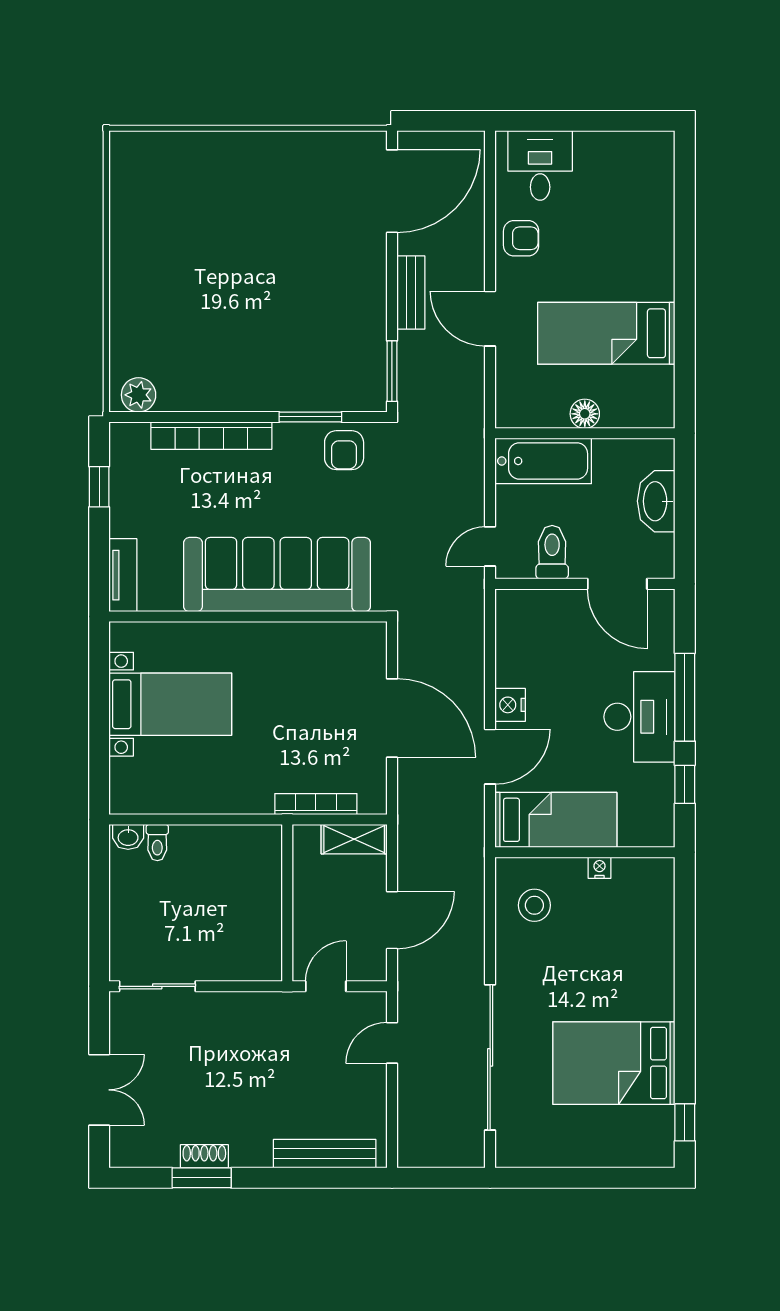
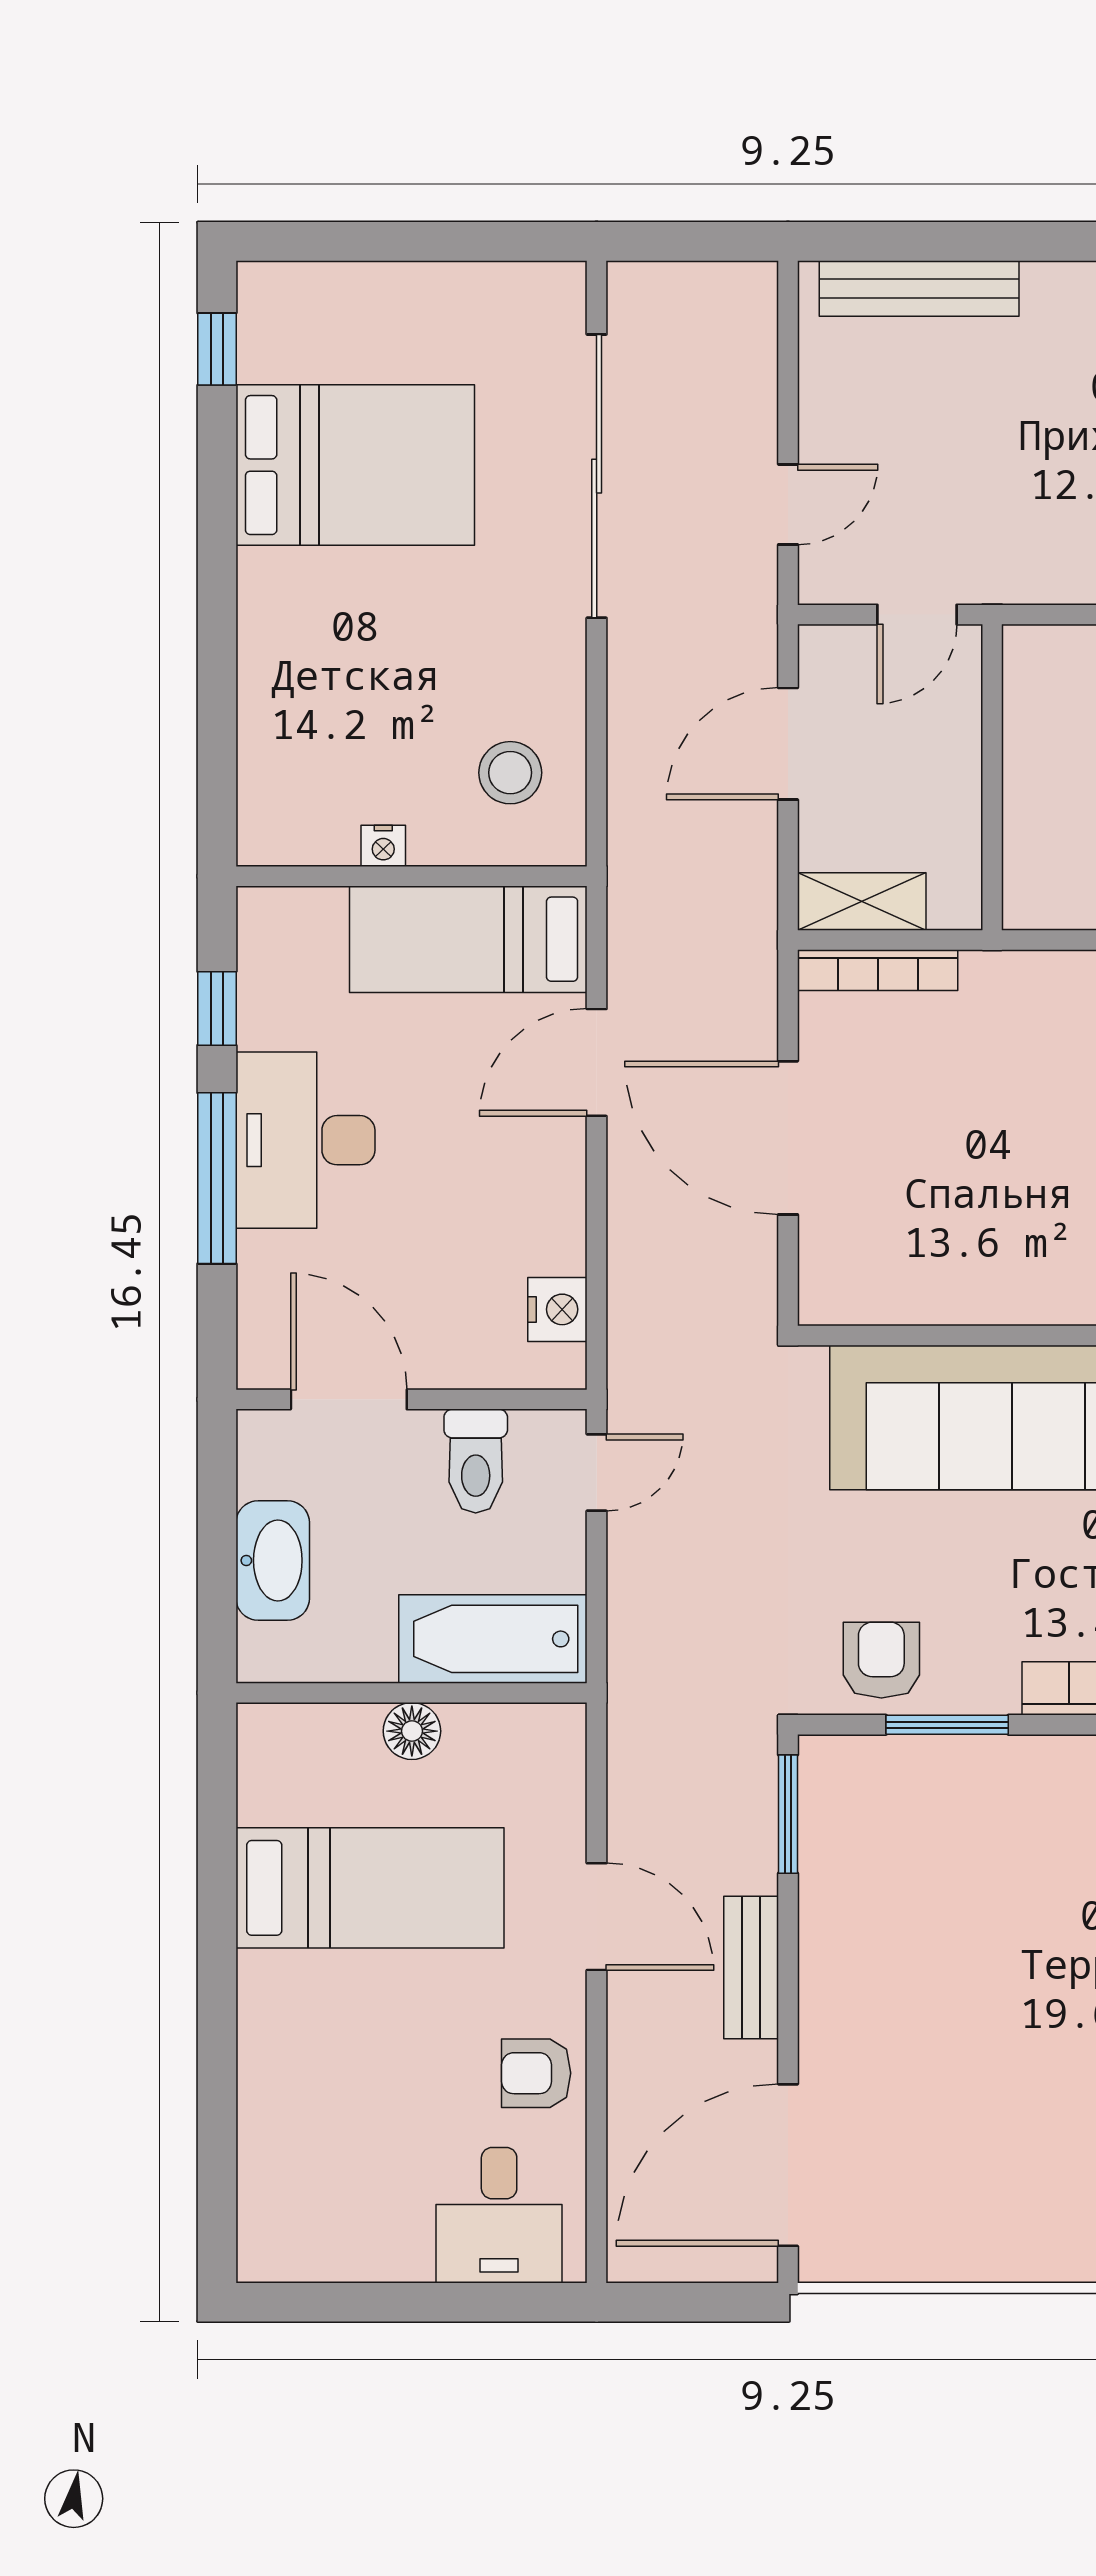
nightstand: (510, 705) -> (557, 1309), moved
bookcase: (316, 804) -> (878, 970), moved

